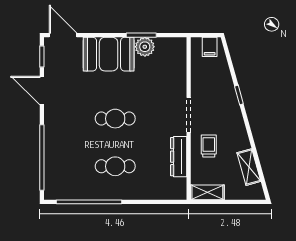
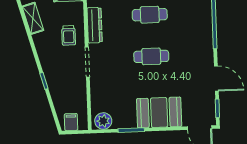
plant: (145, 47) -> (103, 121), moved

